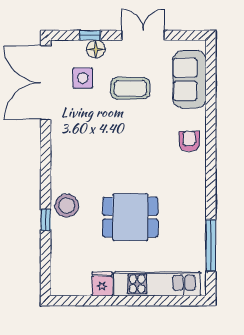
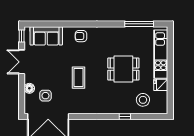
window: (90, 35) -> (22, 36), moved
coffee table: (130, 88) -> (78, 78), moved
stool: (67, 206) -> (143, 100), moved
dining table: (130, 217) -> (123, 69), turned 90

